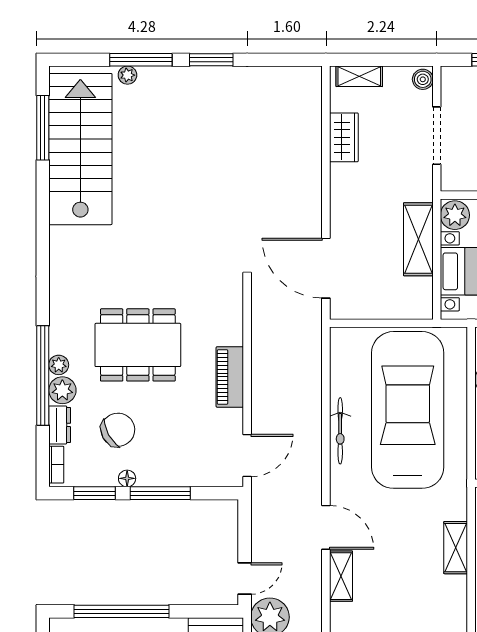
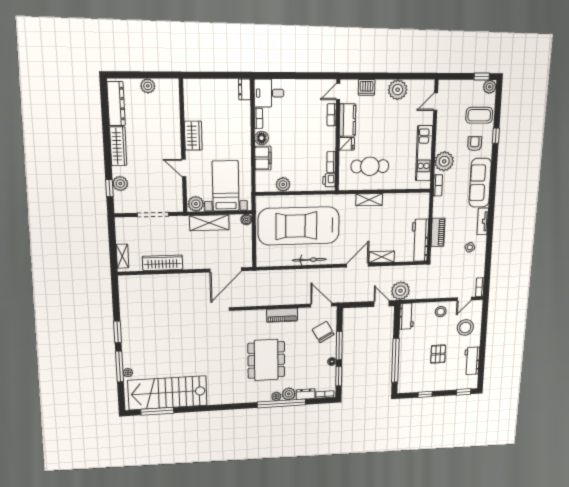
boiler: (423, 79) -> (246, 220), moved
wardrobe: (344, 137) -> (163, 263), width x1.50
chair: (118, 430) -> (323, 332), moved

